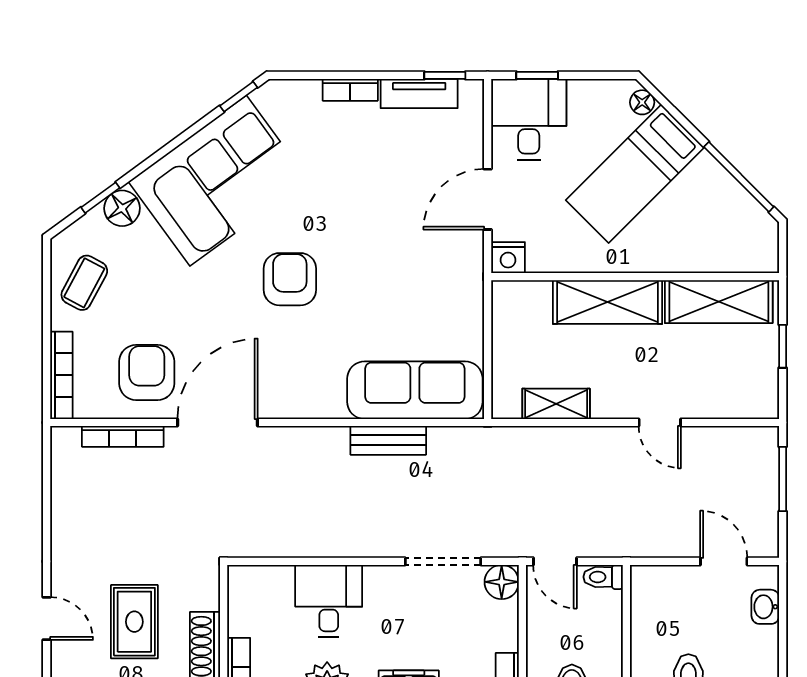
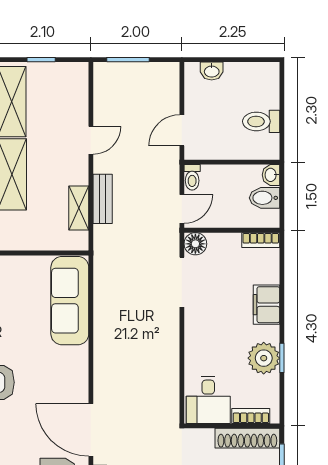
bench: (388, 440) -> (103, 199), moved
door: (724, 561) -> (182, 130), moved
desk: (329, 601) -> (208, 400), moved, turned -90

